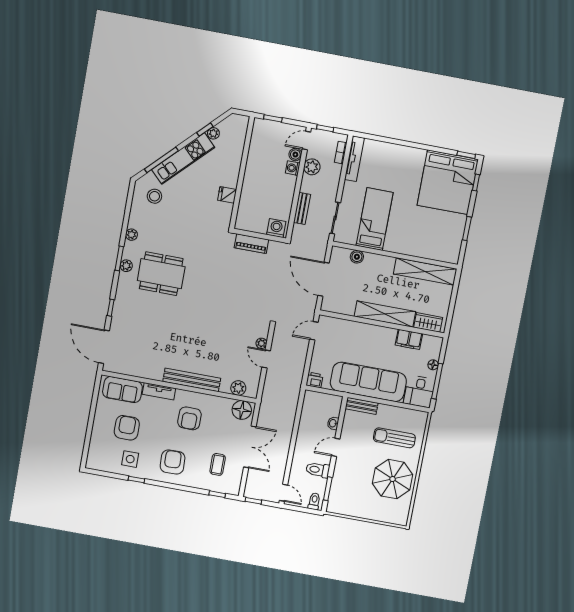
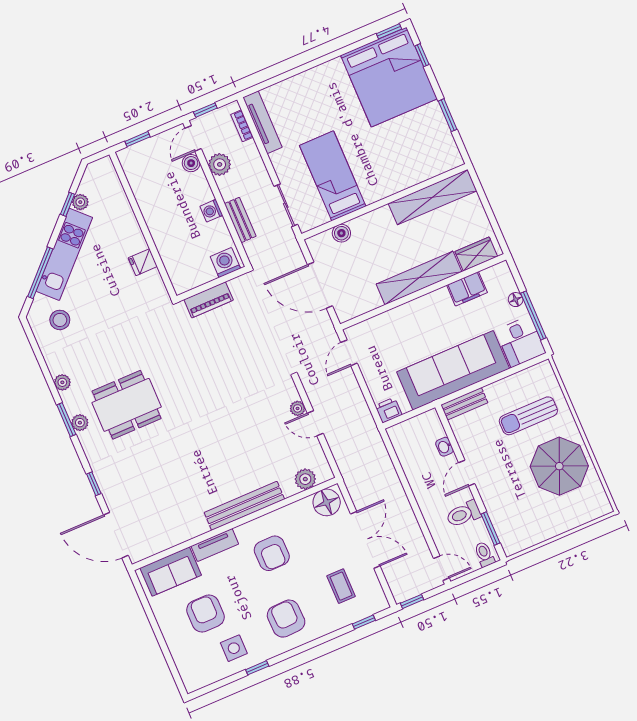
washing machine: (293, 168) -> (211, 211), moved

